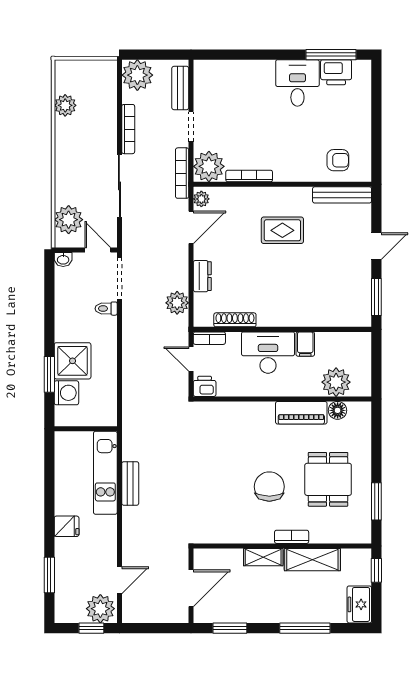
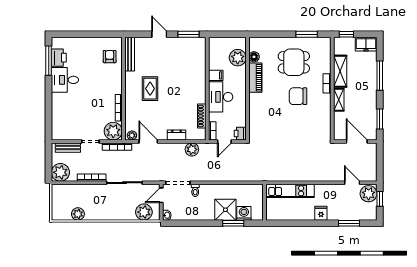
bench: (130, 483) -> (296, 176), removed

